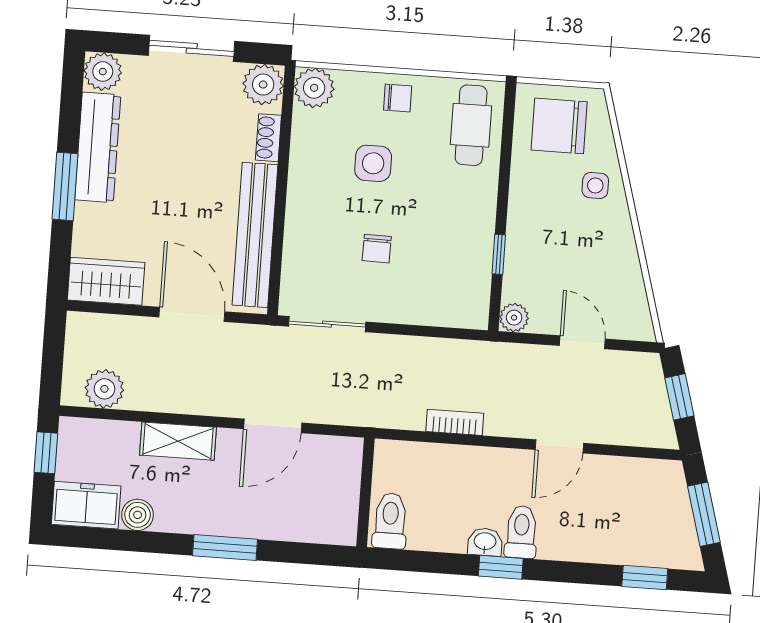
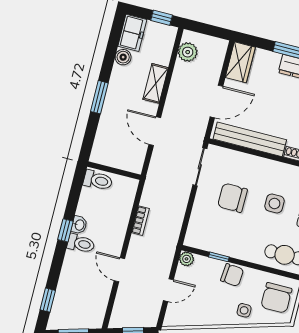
chair: (559, 126) -> (276, 298), turned 180
chair: (530, 222) -> (232, 275), added
chair: (377, 249) -> (232, 198), width x1.87, depth x1.87

